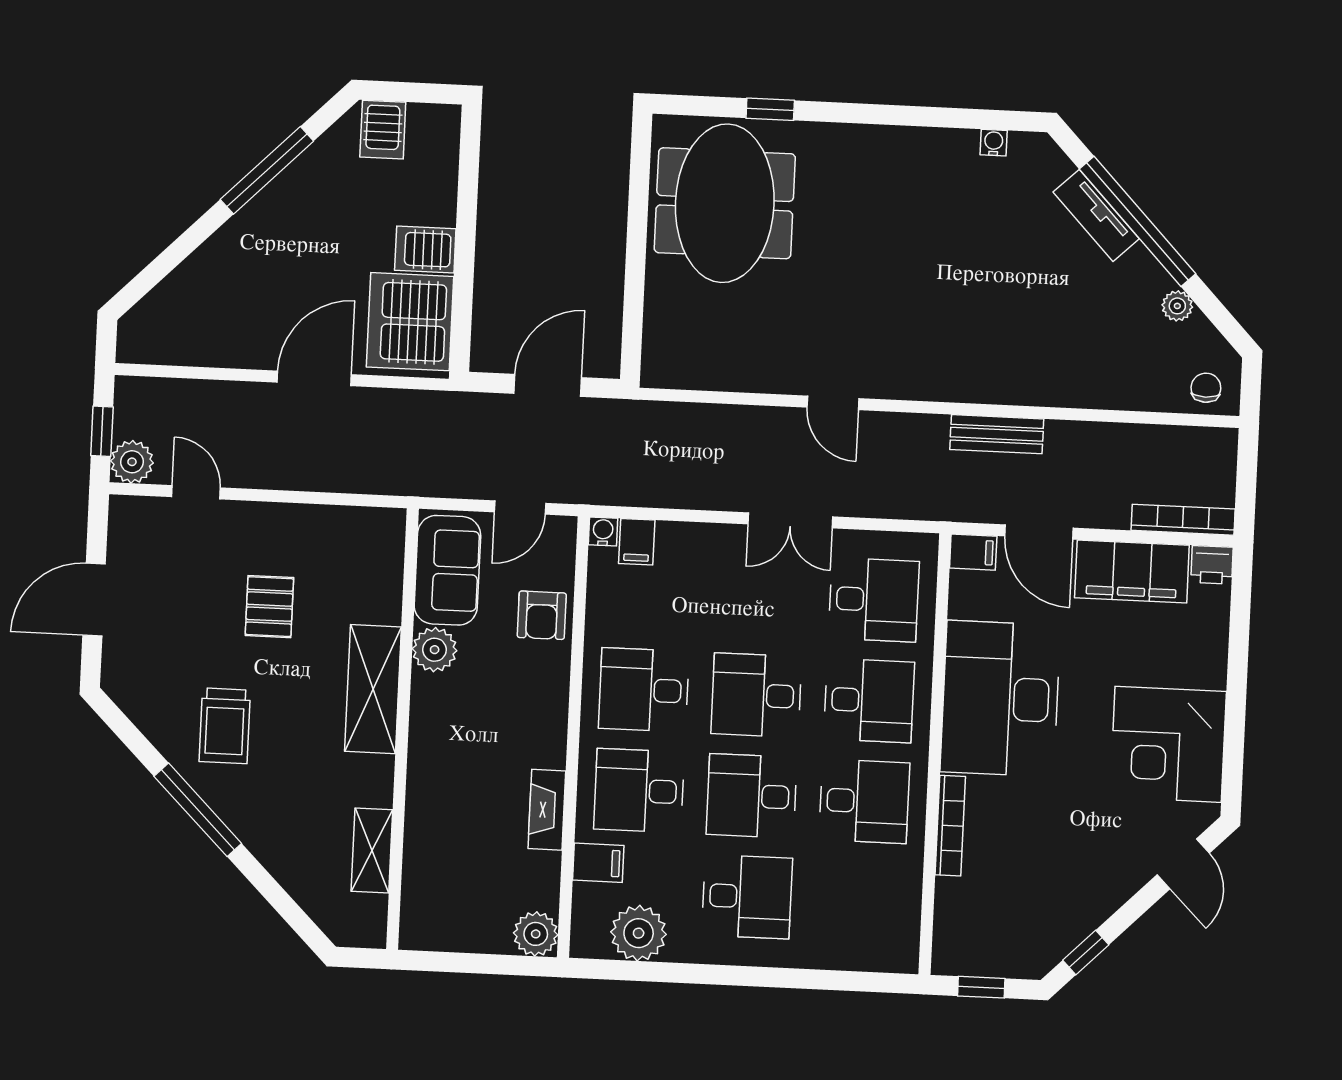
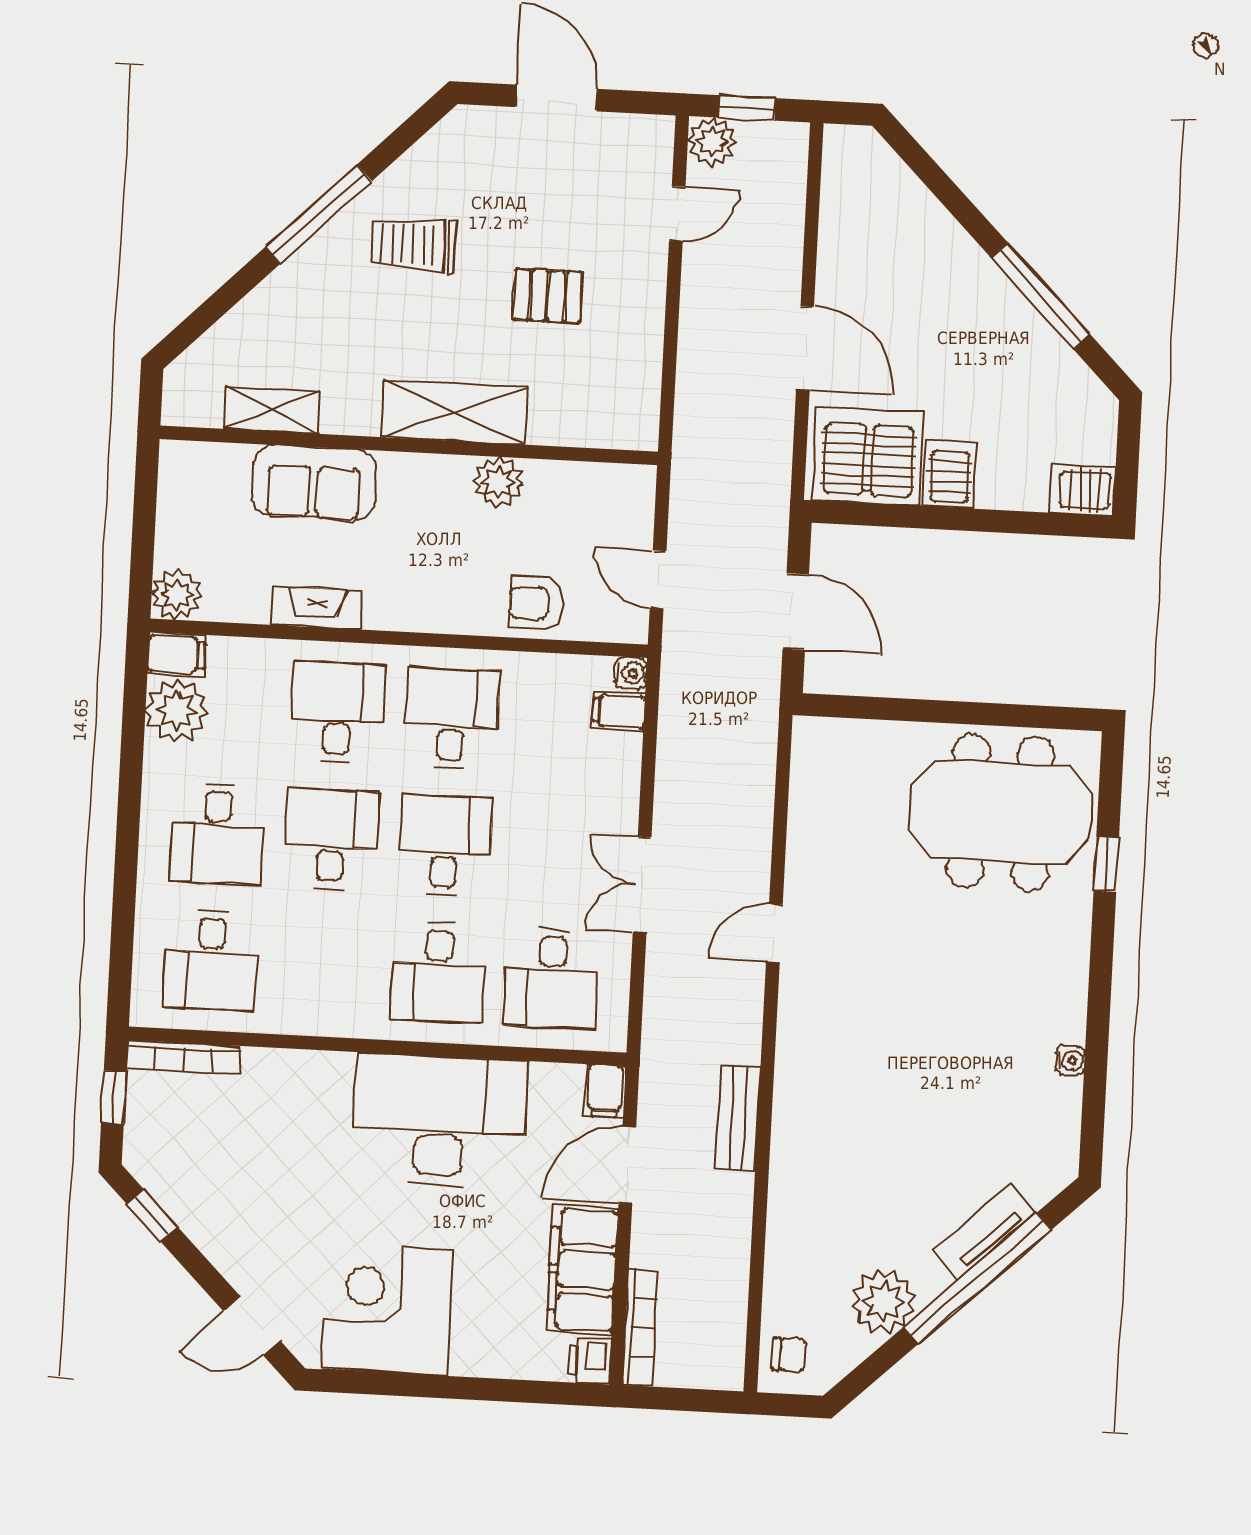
server rack: (383, 130) -> (1082, 490), moved
water cooler: (994, 143) -> (1070, 1060), moved
plant: (1177, 306) -> (883, 1301), width x1.87, depth x1.87
sofa: (447, 570) -> (314, 483), moved
desk: (864, 801) -> (211, 960), moved
bookcase: (950, 826) -> (184, 1057), moved
filing cabinet: (598, 863) -> (176, 654), moved, turned -90

